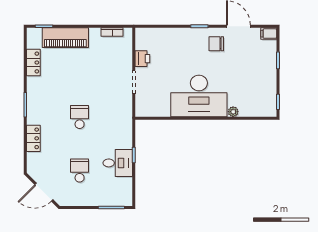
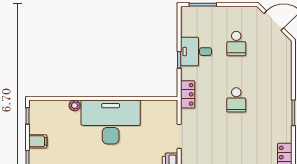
filing cabinet: (268, 78) -> (38, 141), added
locker: (33, 138) -> (188, 94), moved, turned 180

